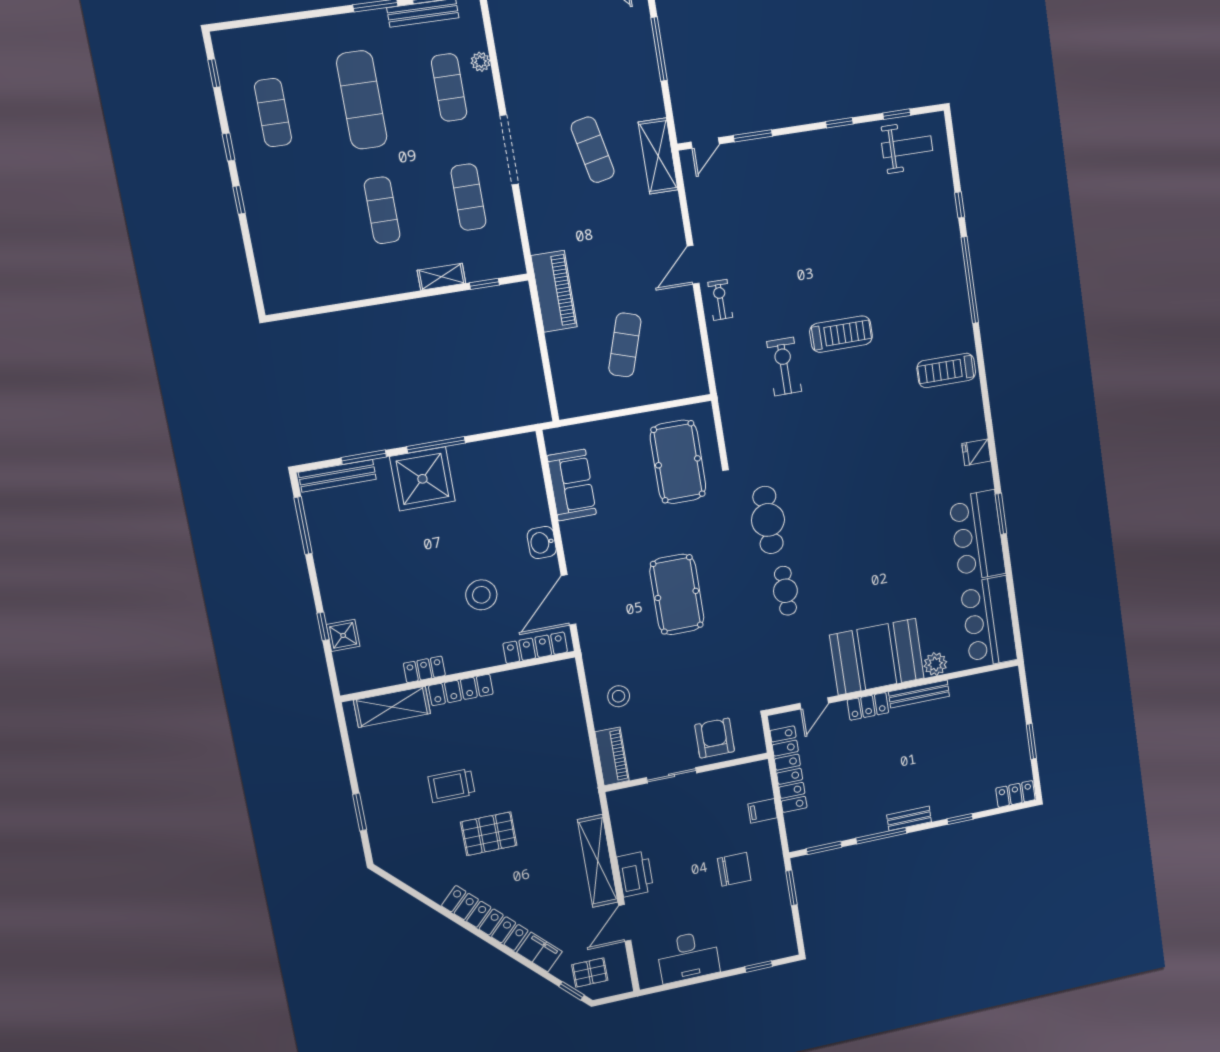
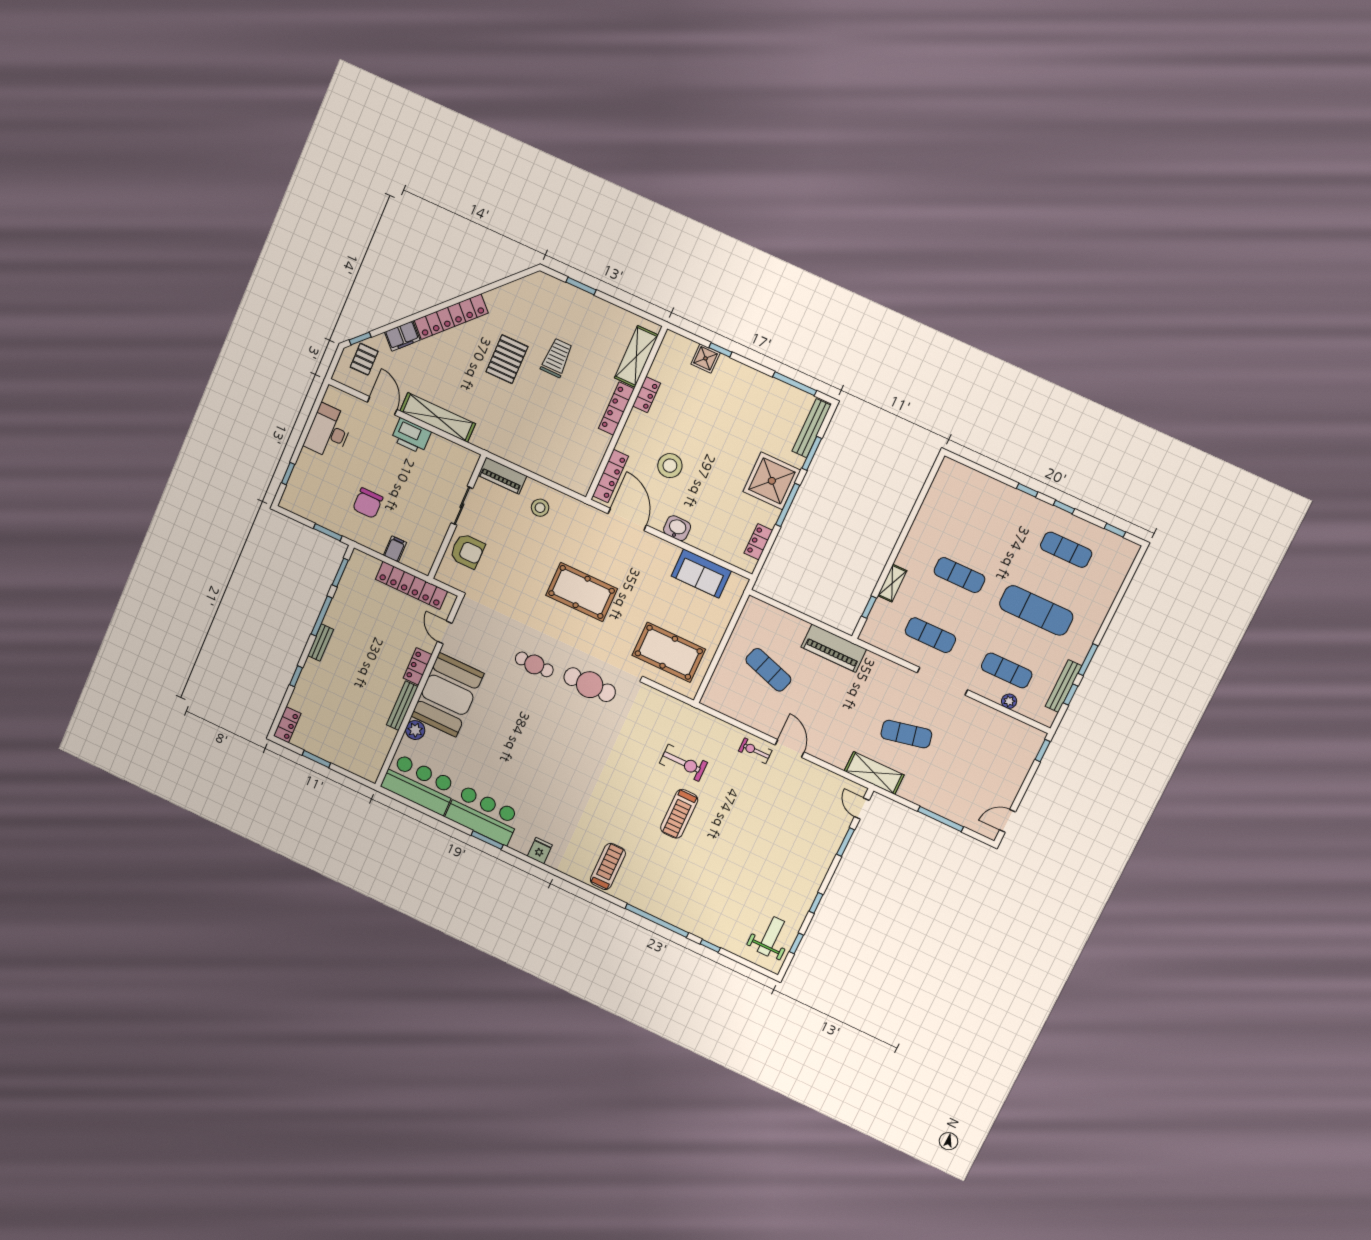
weight bench: (907, 147) -> (771, 936), turned 180
exercise bike: (720, 300) -> (755, 751), turned 180
locker: (497, 449) -> (758, 542), added

